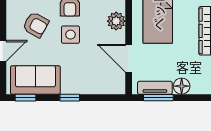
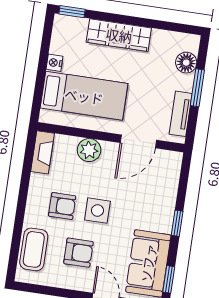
armchair: (36, 25) -> (78, 253), turned 61
floor lamp: (182, 86) -> (186, 63), moved
window: (158, 98) -> (197, 88), moved

